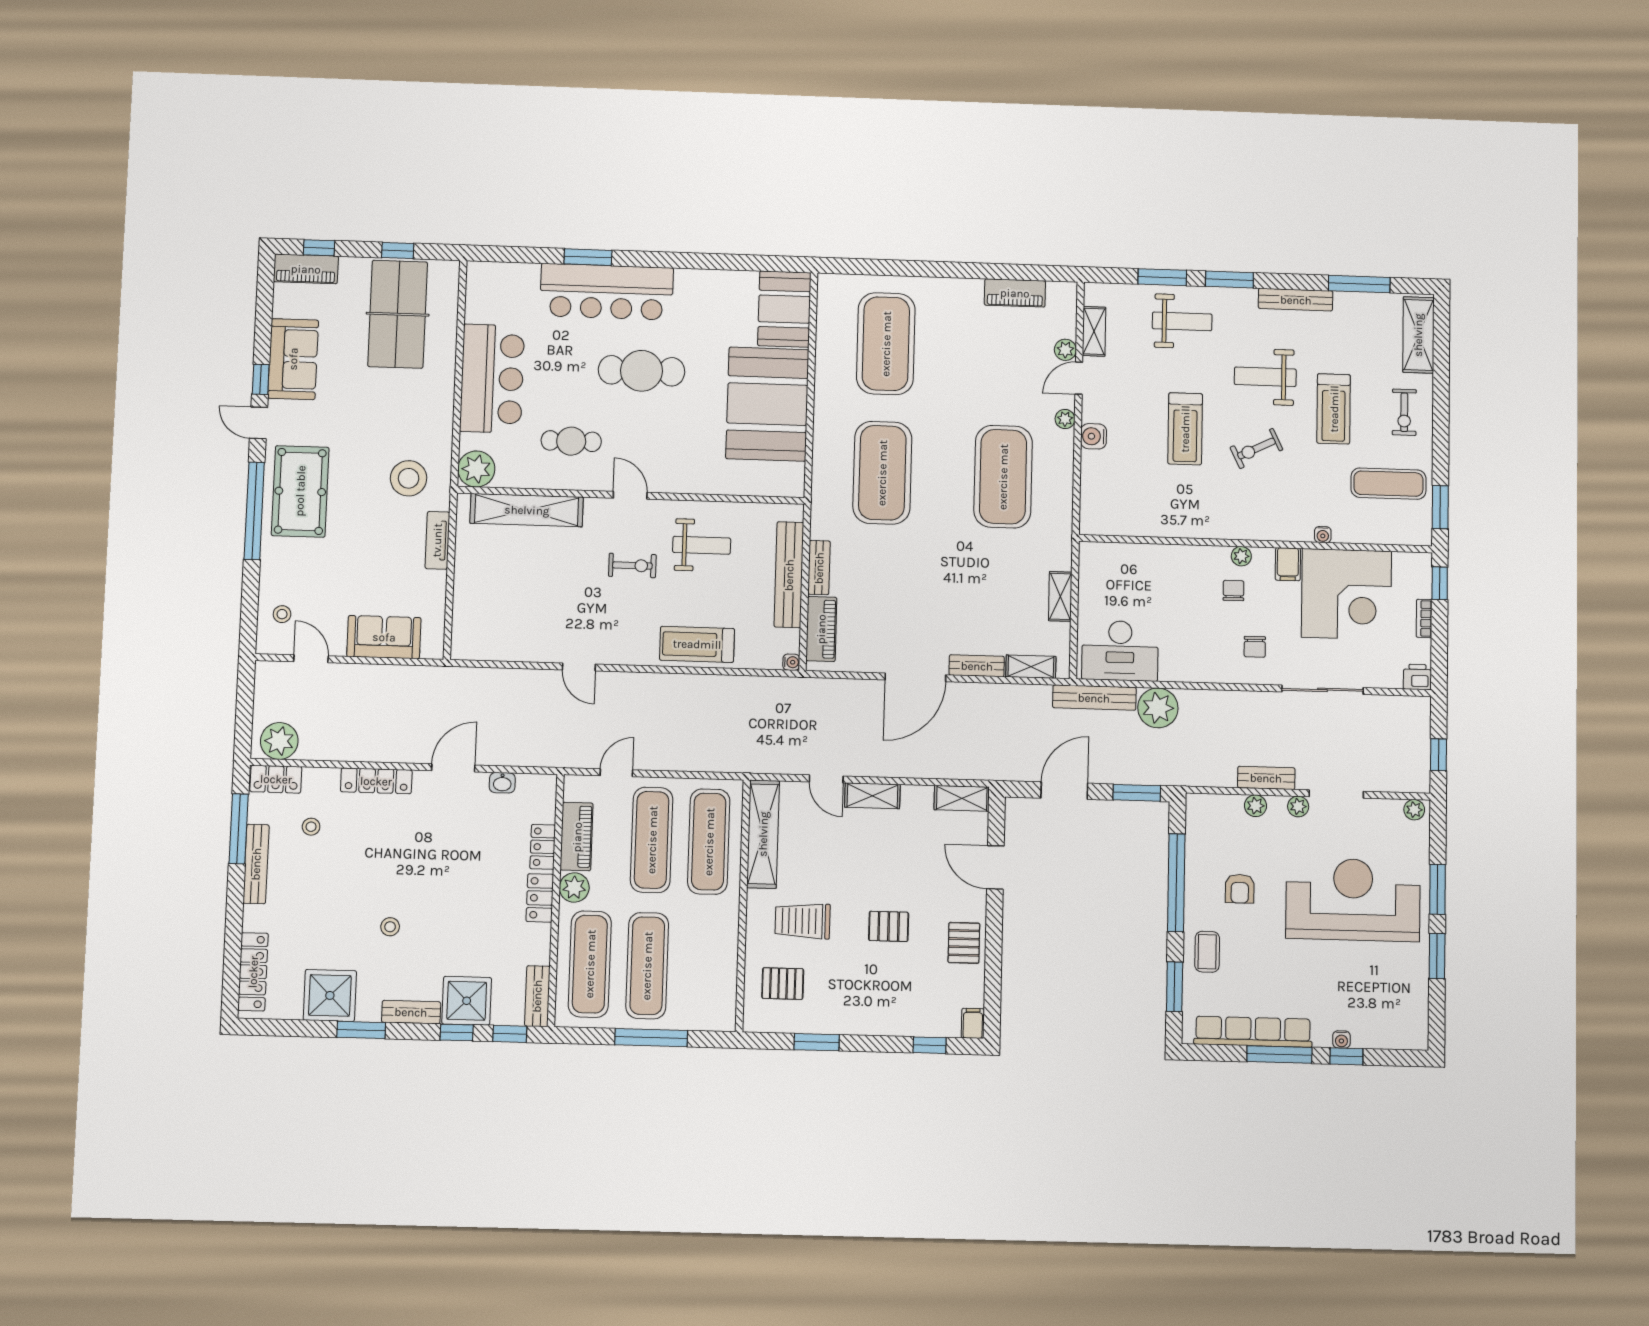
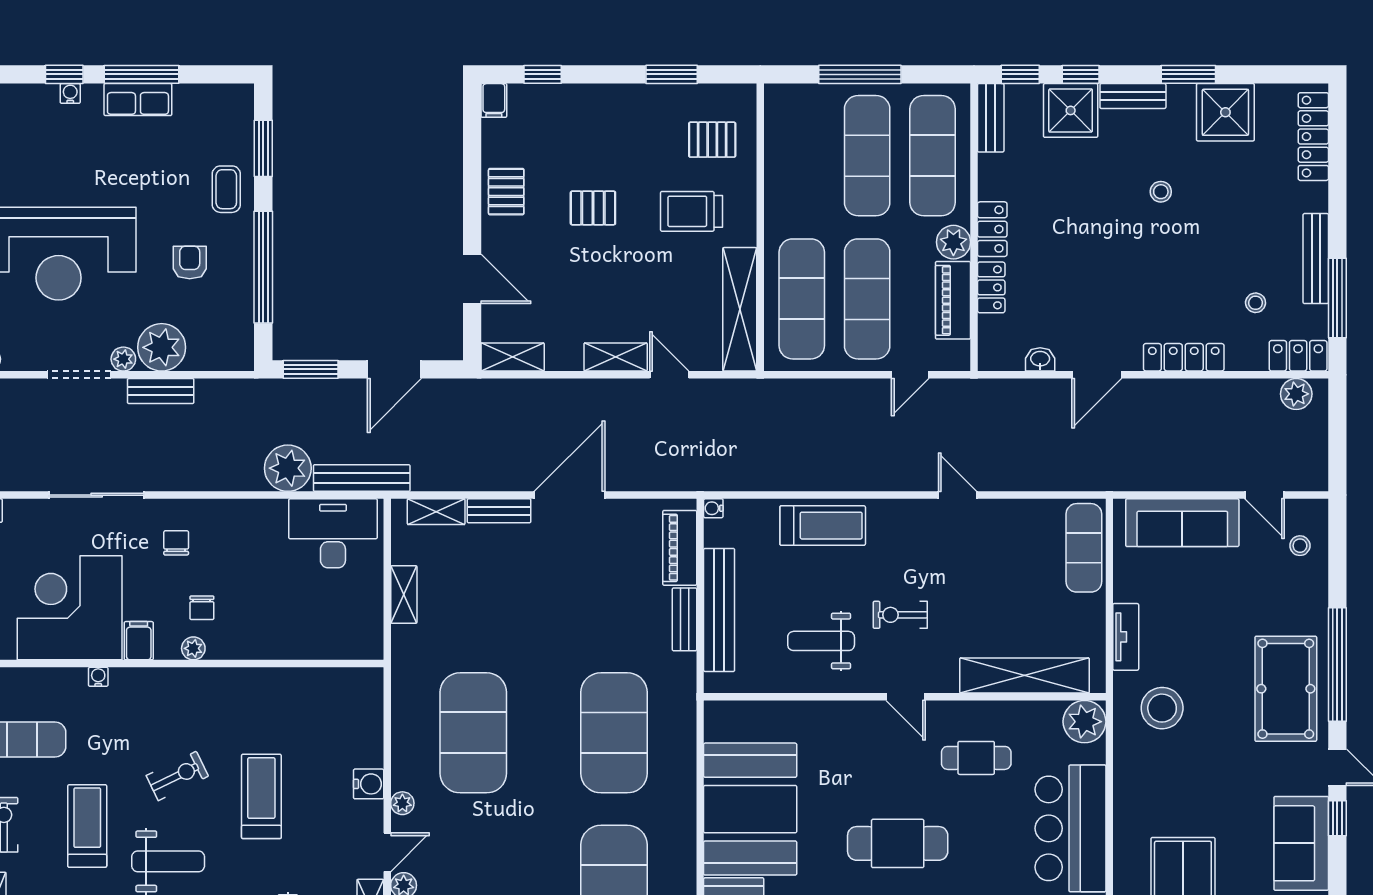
exercise mat: (471, 618) -> (1084, 548), added
sofa: (384, 637) -> (1182, 523), width x1.36
plant: (279, 741) -> (1296, 394), width x0.73, depth x0.73
plant: (1256, 806) -> (162, 347), width x1.88, depth x1.88
trolley: (803, 921) -> (692, 211), turned 180
row of seats: (1253, 1032) -> (138, 100), width x0.50

